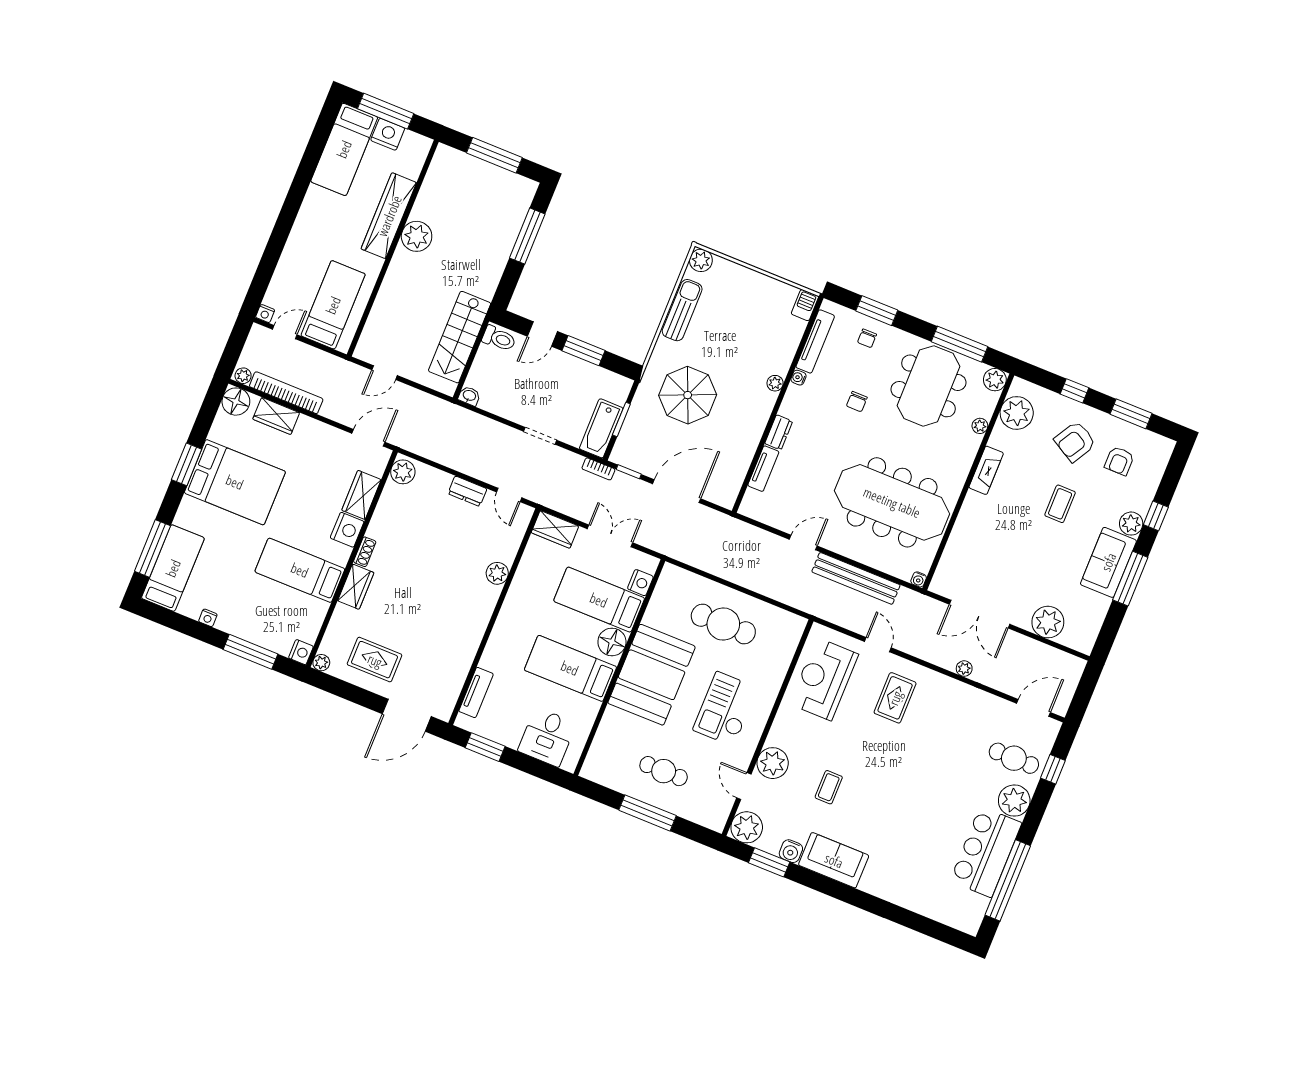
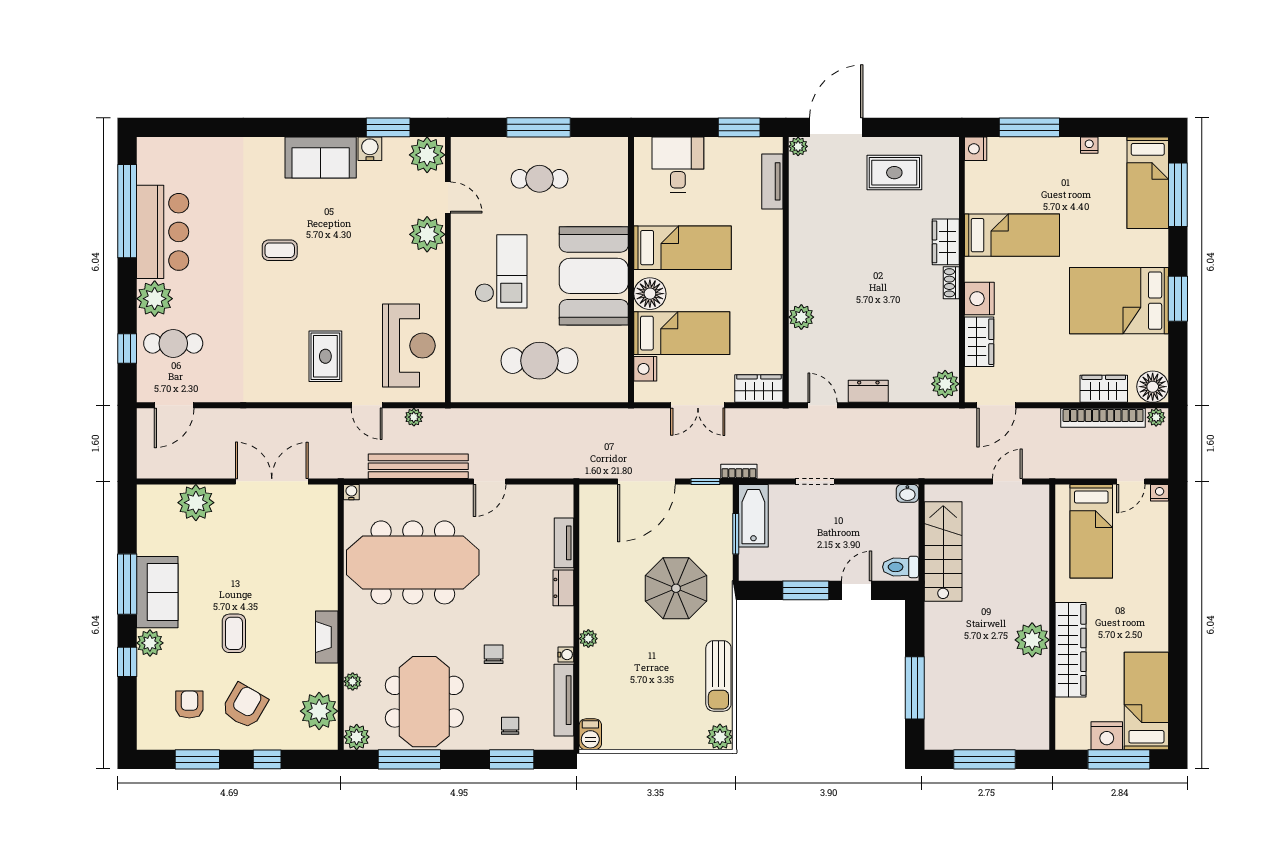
plant: (321, 663) -> (798, 146), moved
plant: (964, 669) -> (414, 417), moved
coffee table: (829, 787) -> (280, 250), moved, turned 90

